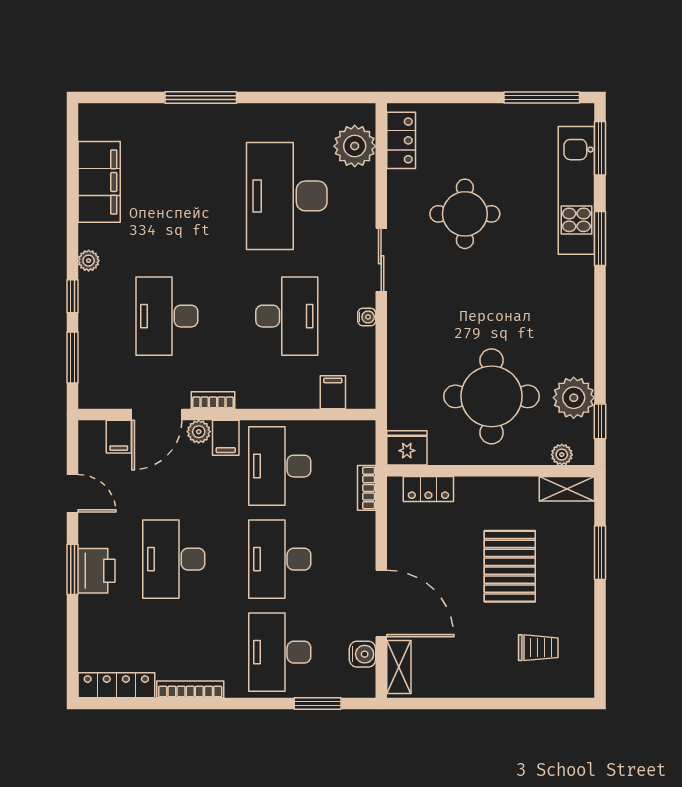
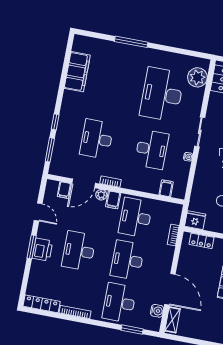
plant: (89, 261) -> (66, 107), removed

